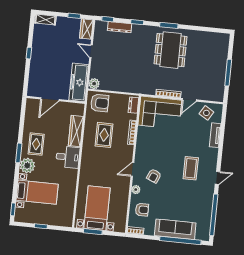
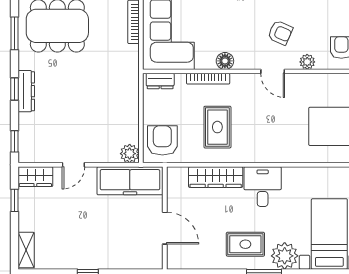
dresser: (120, 27) -> (26, 91), moved
rug: (104, 135) -> (217, 127), turned 90
floor lamp: (141, 143) -> (225, 61), added

